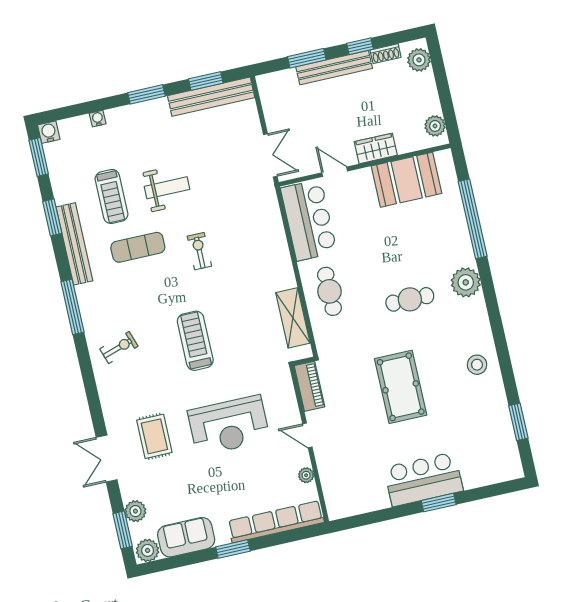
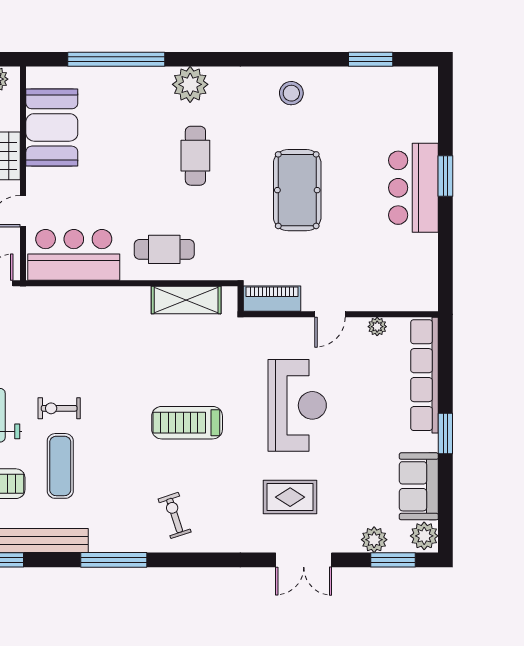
exercise bike: (199, 251) -> (59, 408), moved
pool table: (401, 387) -> (297, 190), turned 90

